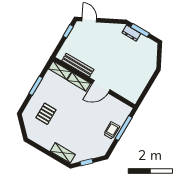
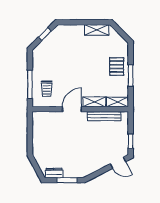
dresser: (131, 33) -> (54, 173), moved
pallet: (46, 114) -> (117, 67), moved
trolley: (112, 130) -> (47, 89), moved
shelving: (63, 153) -> (97, 30), moved

